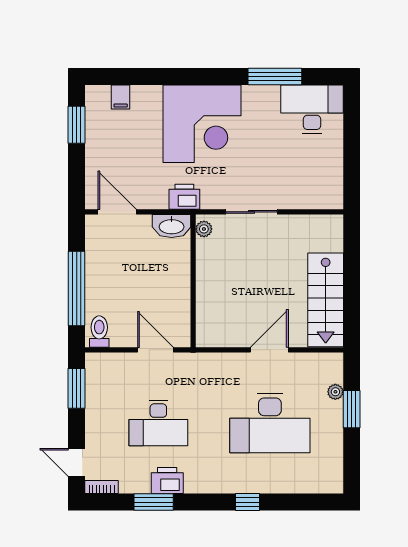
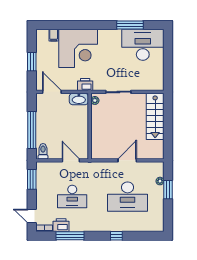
desk: (312, 109) -> (143, 45), width x1.36, depth x1.30
corner desk: (202, 124) -> (78, 48), moved
window: (77, 125) -> (32, 62), moved
stairs: (326, 300) -> (155, 116), moved
printer: (167, 481) -> (61, 225), moved
window: (154, 502) -> (70, 236), width x1.44

